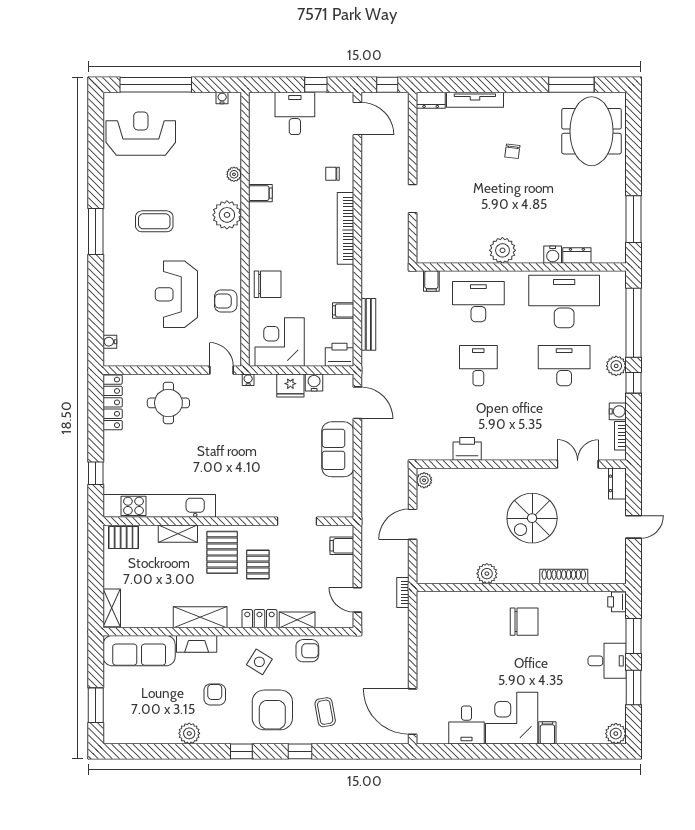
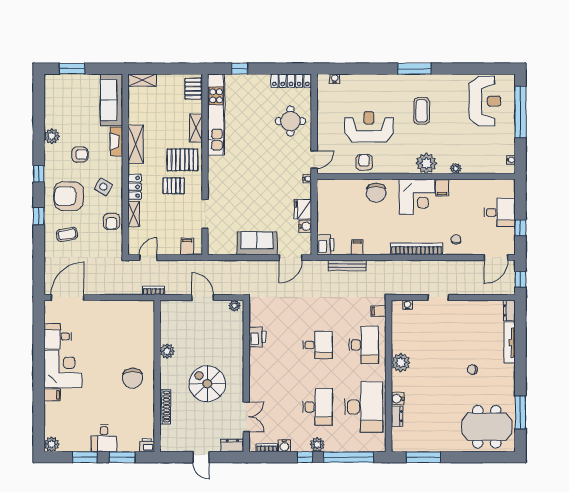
water cooler: (423, 241) -> (407, 305), added
corner desk: (280, 342) -> (417, 197), moved, turned 90

